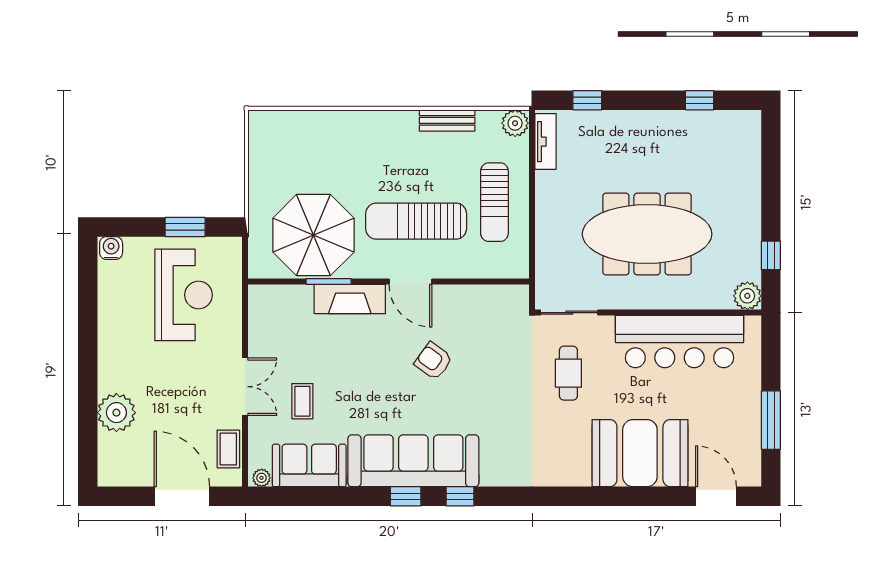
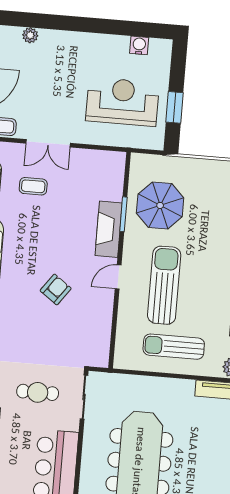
parasol: (313, 235) -> (160, 205), width x0.73, depth x0.73
water cooler: (111, 248) -> (139, 45), moved, turned -90
door: (410, 282) -> (118, 277), width x0.73
reception desk: (184, 295) -> (122, 102), turned 180
plant: (116, 413) -> (30, 35), width x0.53, depth x0.53

